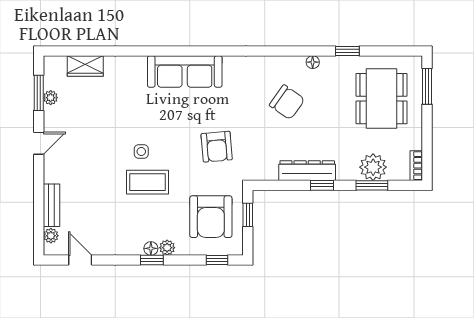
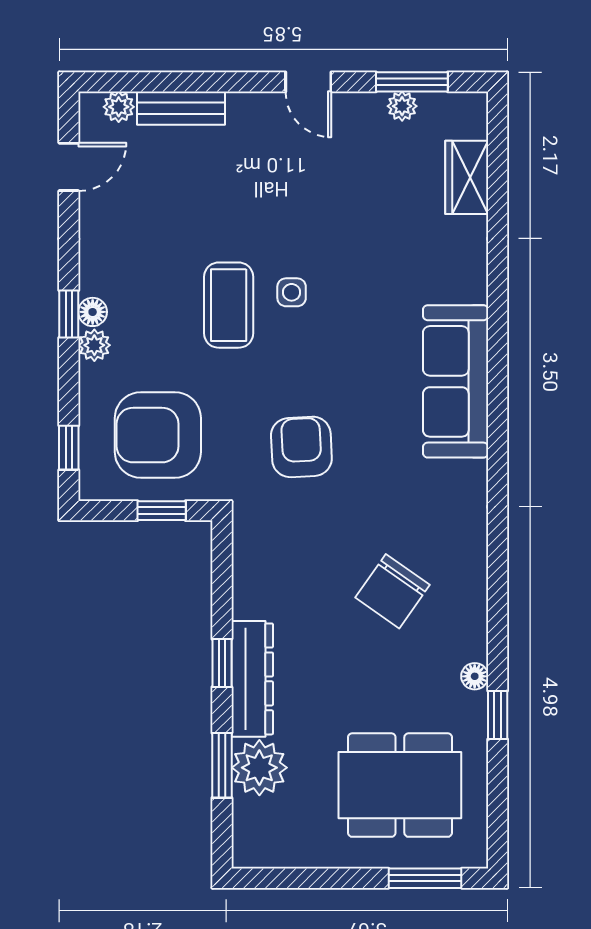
floor lamp: (313, 62) -> (475, 676), moved
armchair: (217, 147) -> (301, 447), turned 92
bookcase: (416, 166) -> (262, 856), removed
dresser: (307, 171) -> (252, 679), moved

